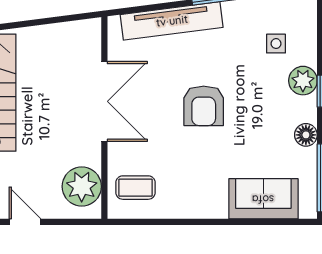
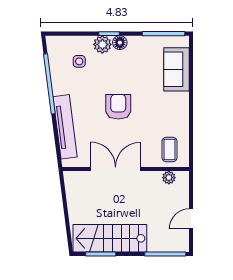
armchair: (204, 106) -> (118, 107), turned -90
floor lamp: (306, 135) -> (120, 43), moved
plant: (82, 186) -> (169, 178), width x0.53, depth x0.53

